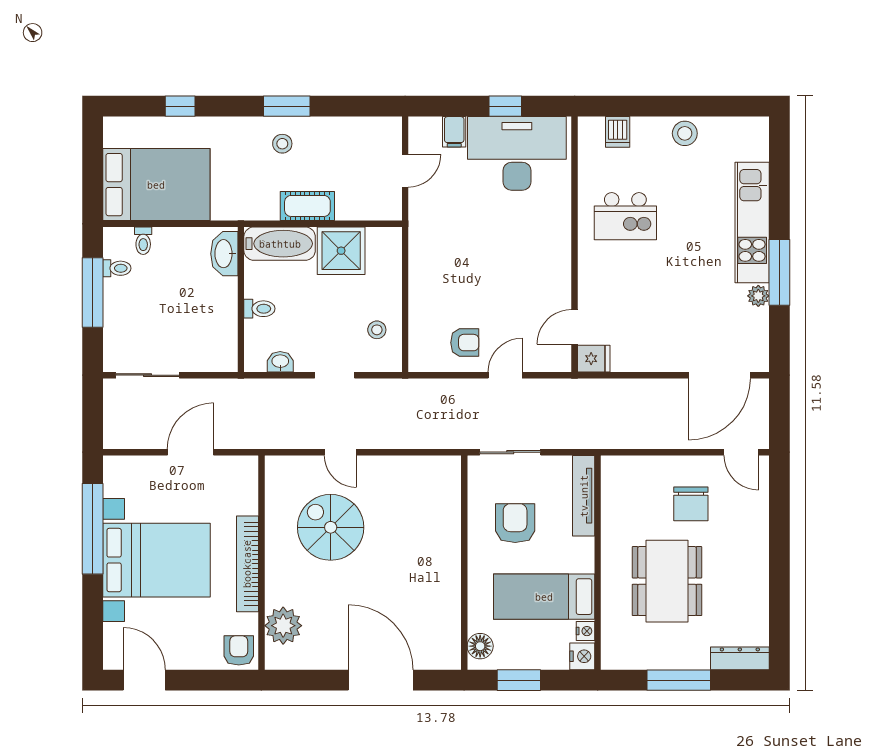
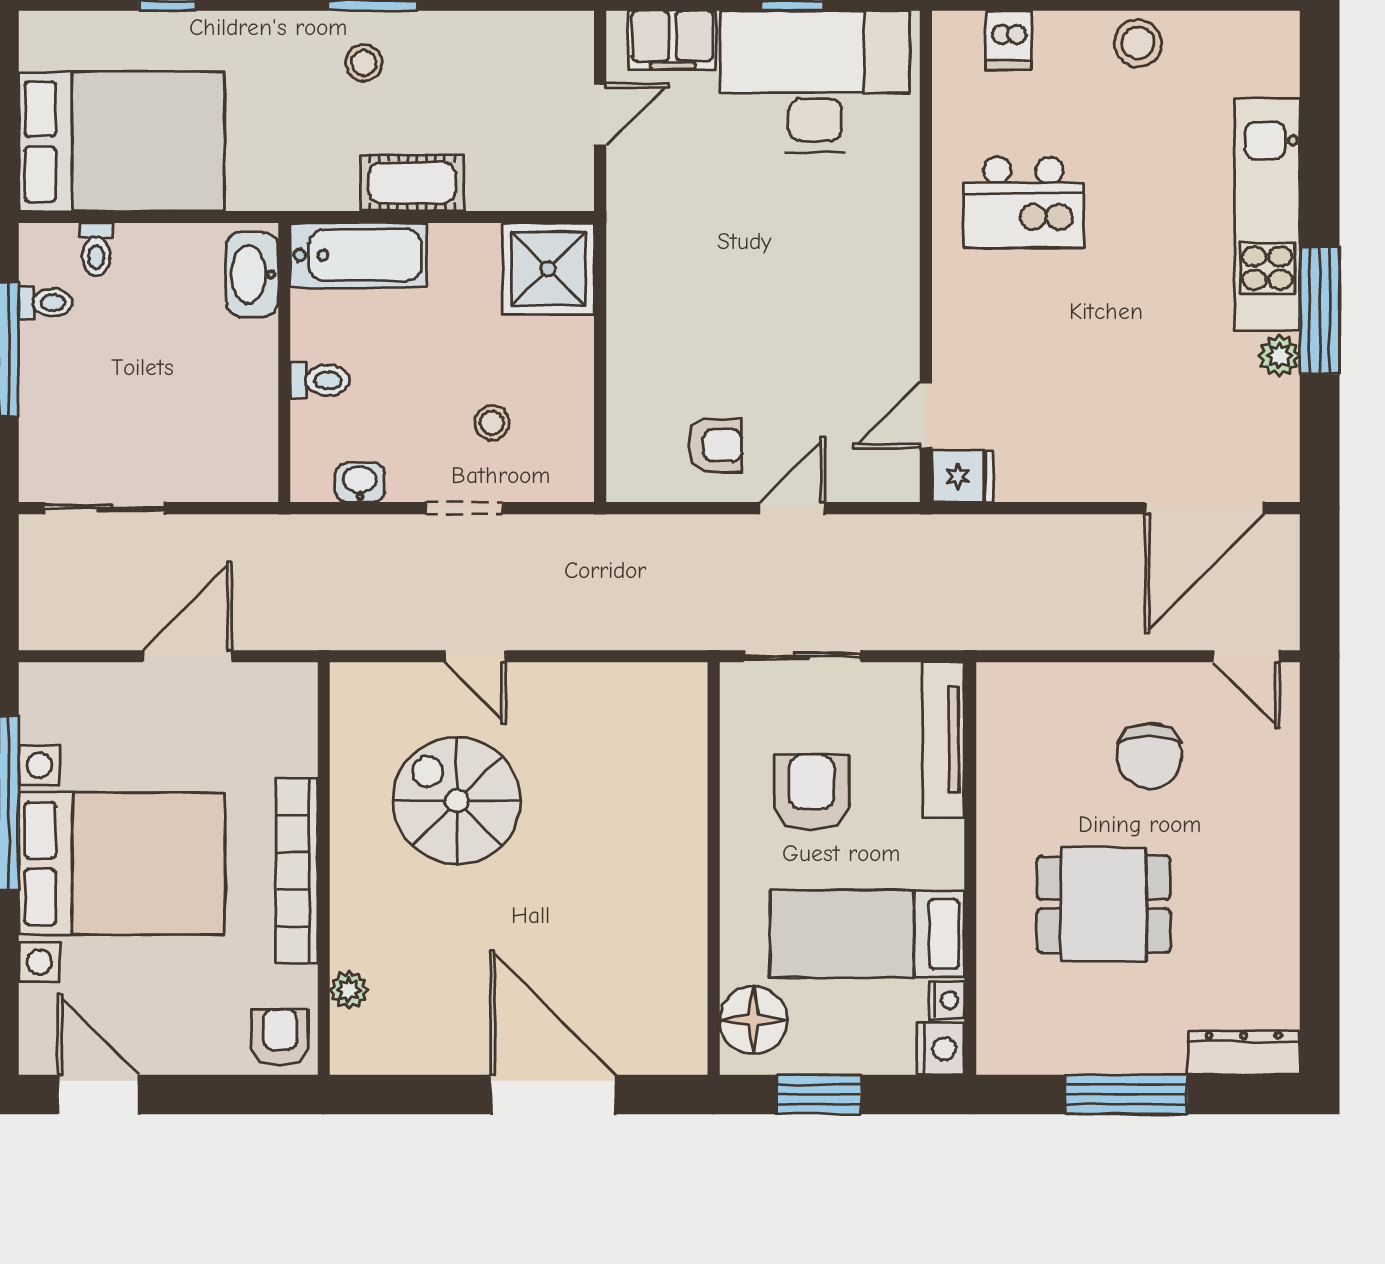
filing cabinet: (454, 132) -> (672, 40), width x2.00
shower: (341, 251) -> (548, 269), moved
stool: (377, 330) -> (492, 423), moved
dining table: (667, 581) -> (1104, 904), width x0.73
plant: (283, 626) -> (349, 990), width x0.53, depth x0.53
floor lamp: (480, 646) -> (754, 1020), width x1.38, depth x1.38

